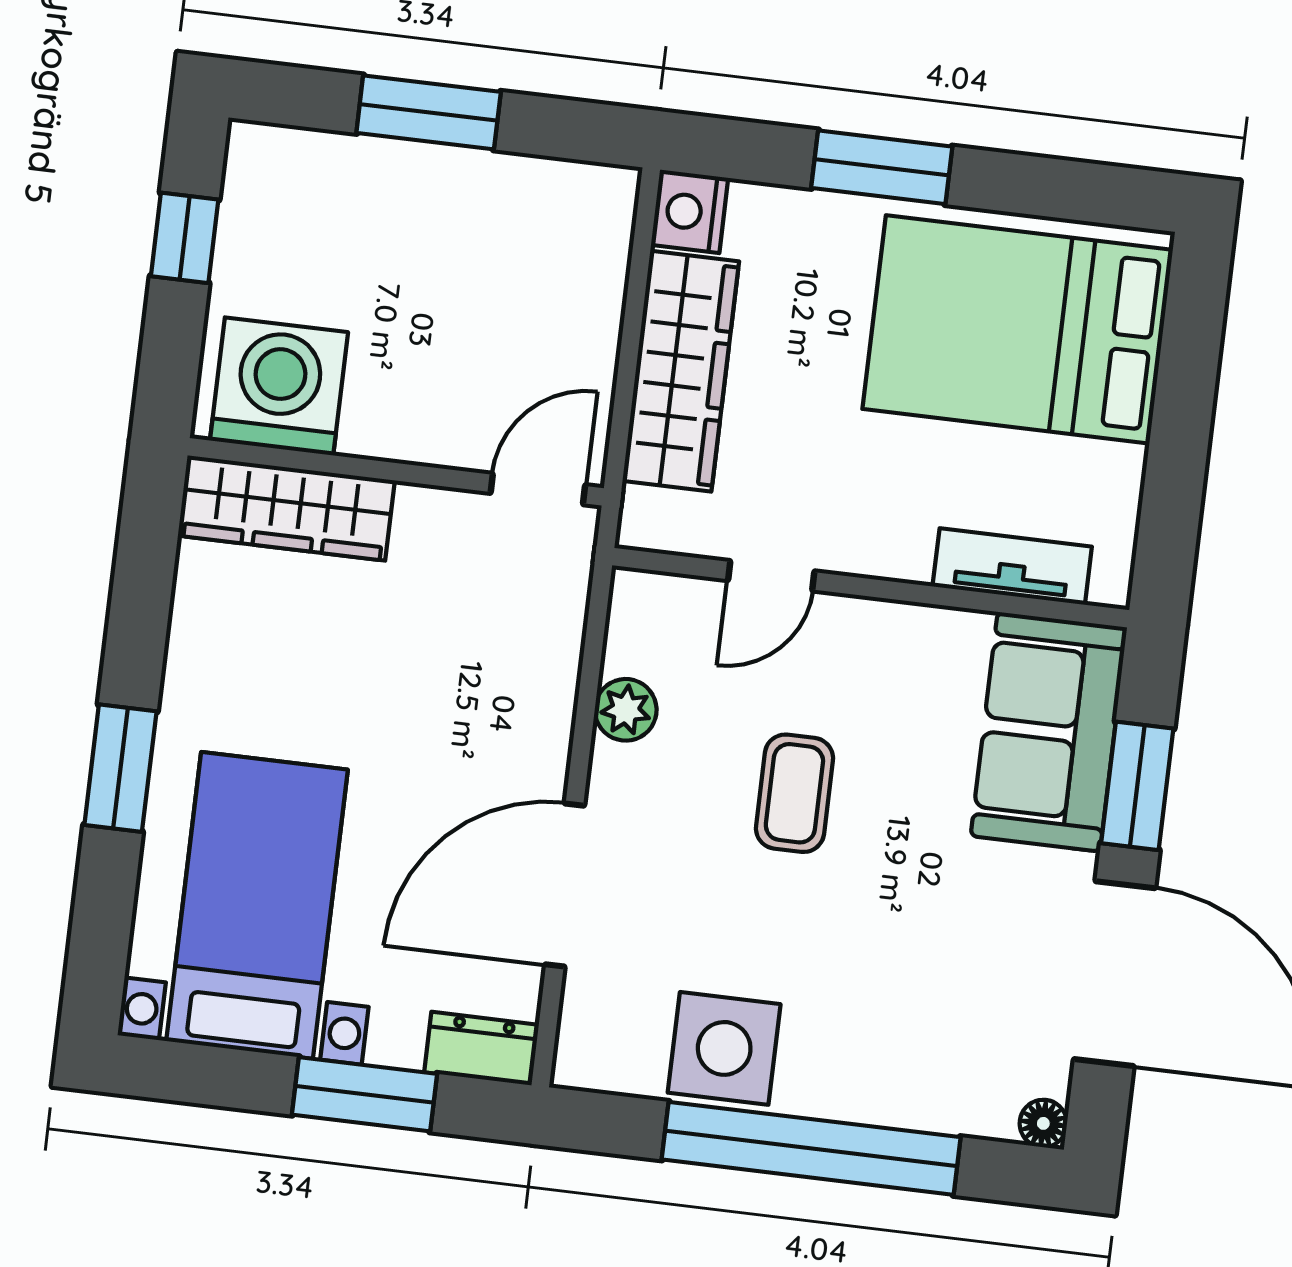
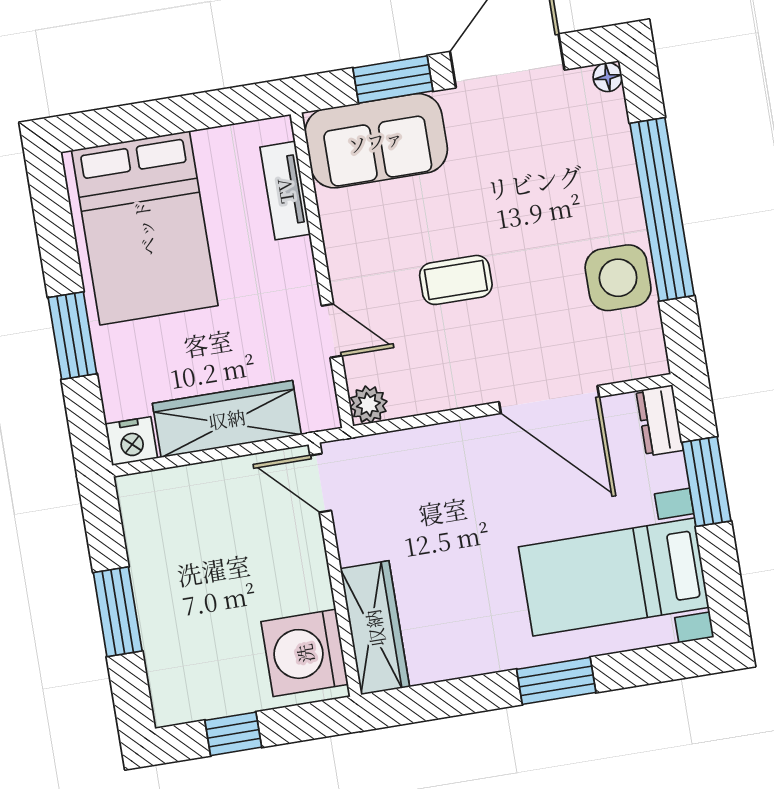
plant: (626, 710) -> (368, 405), moved

